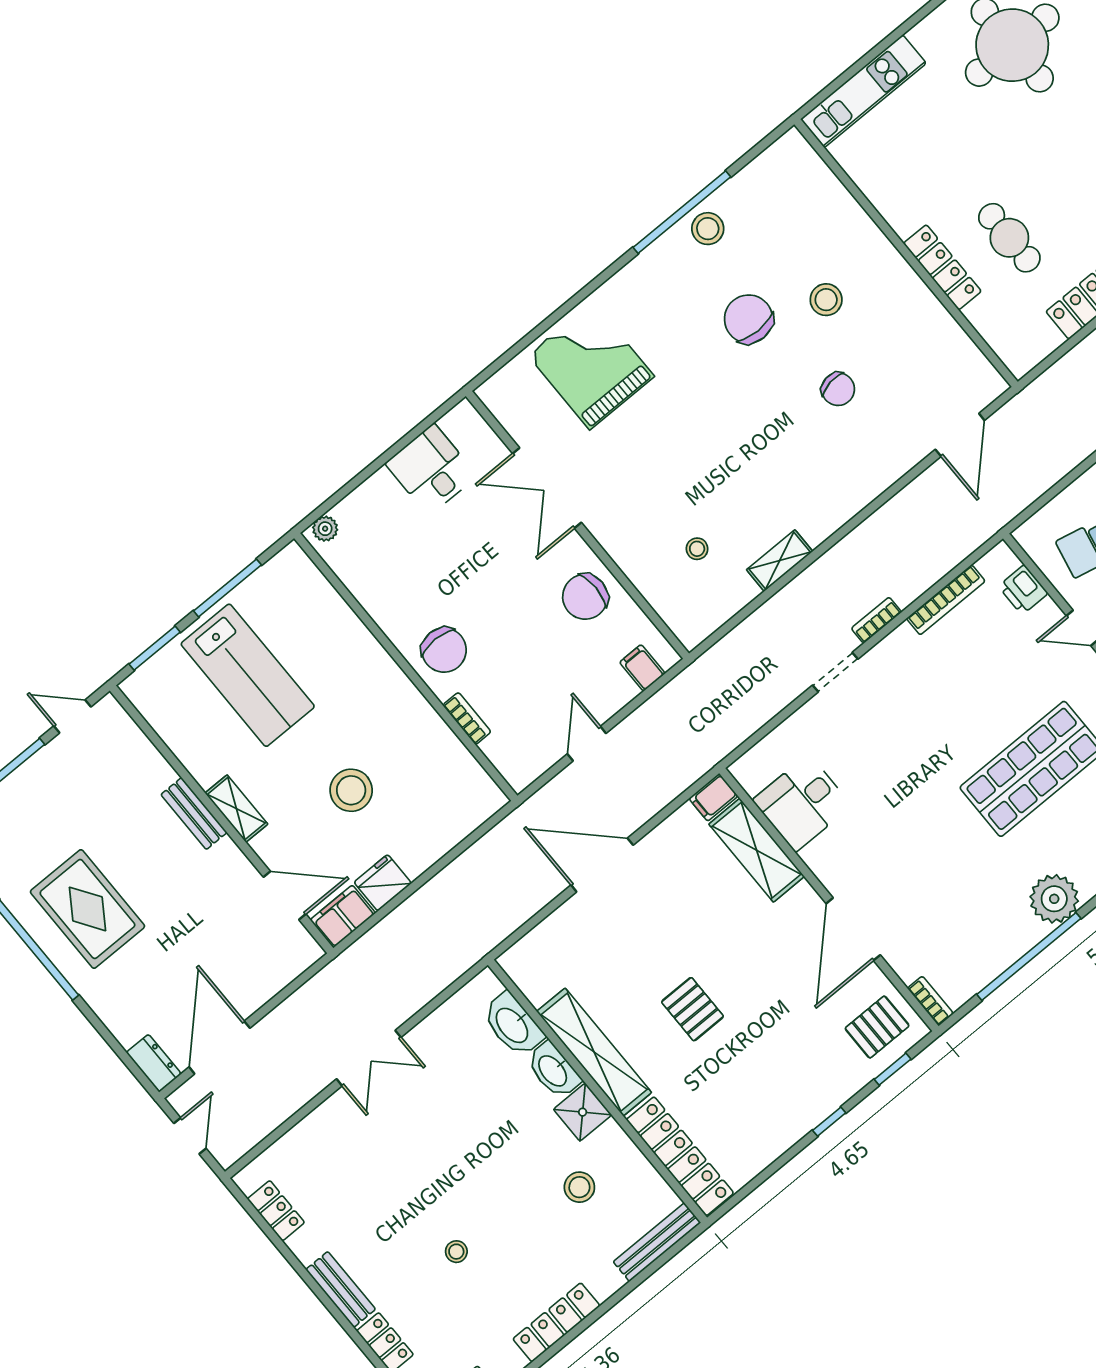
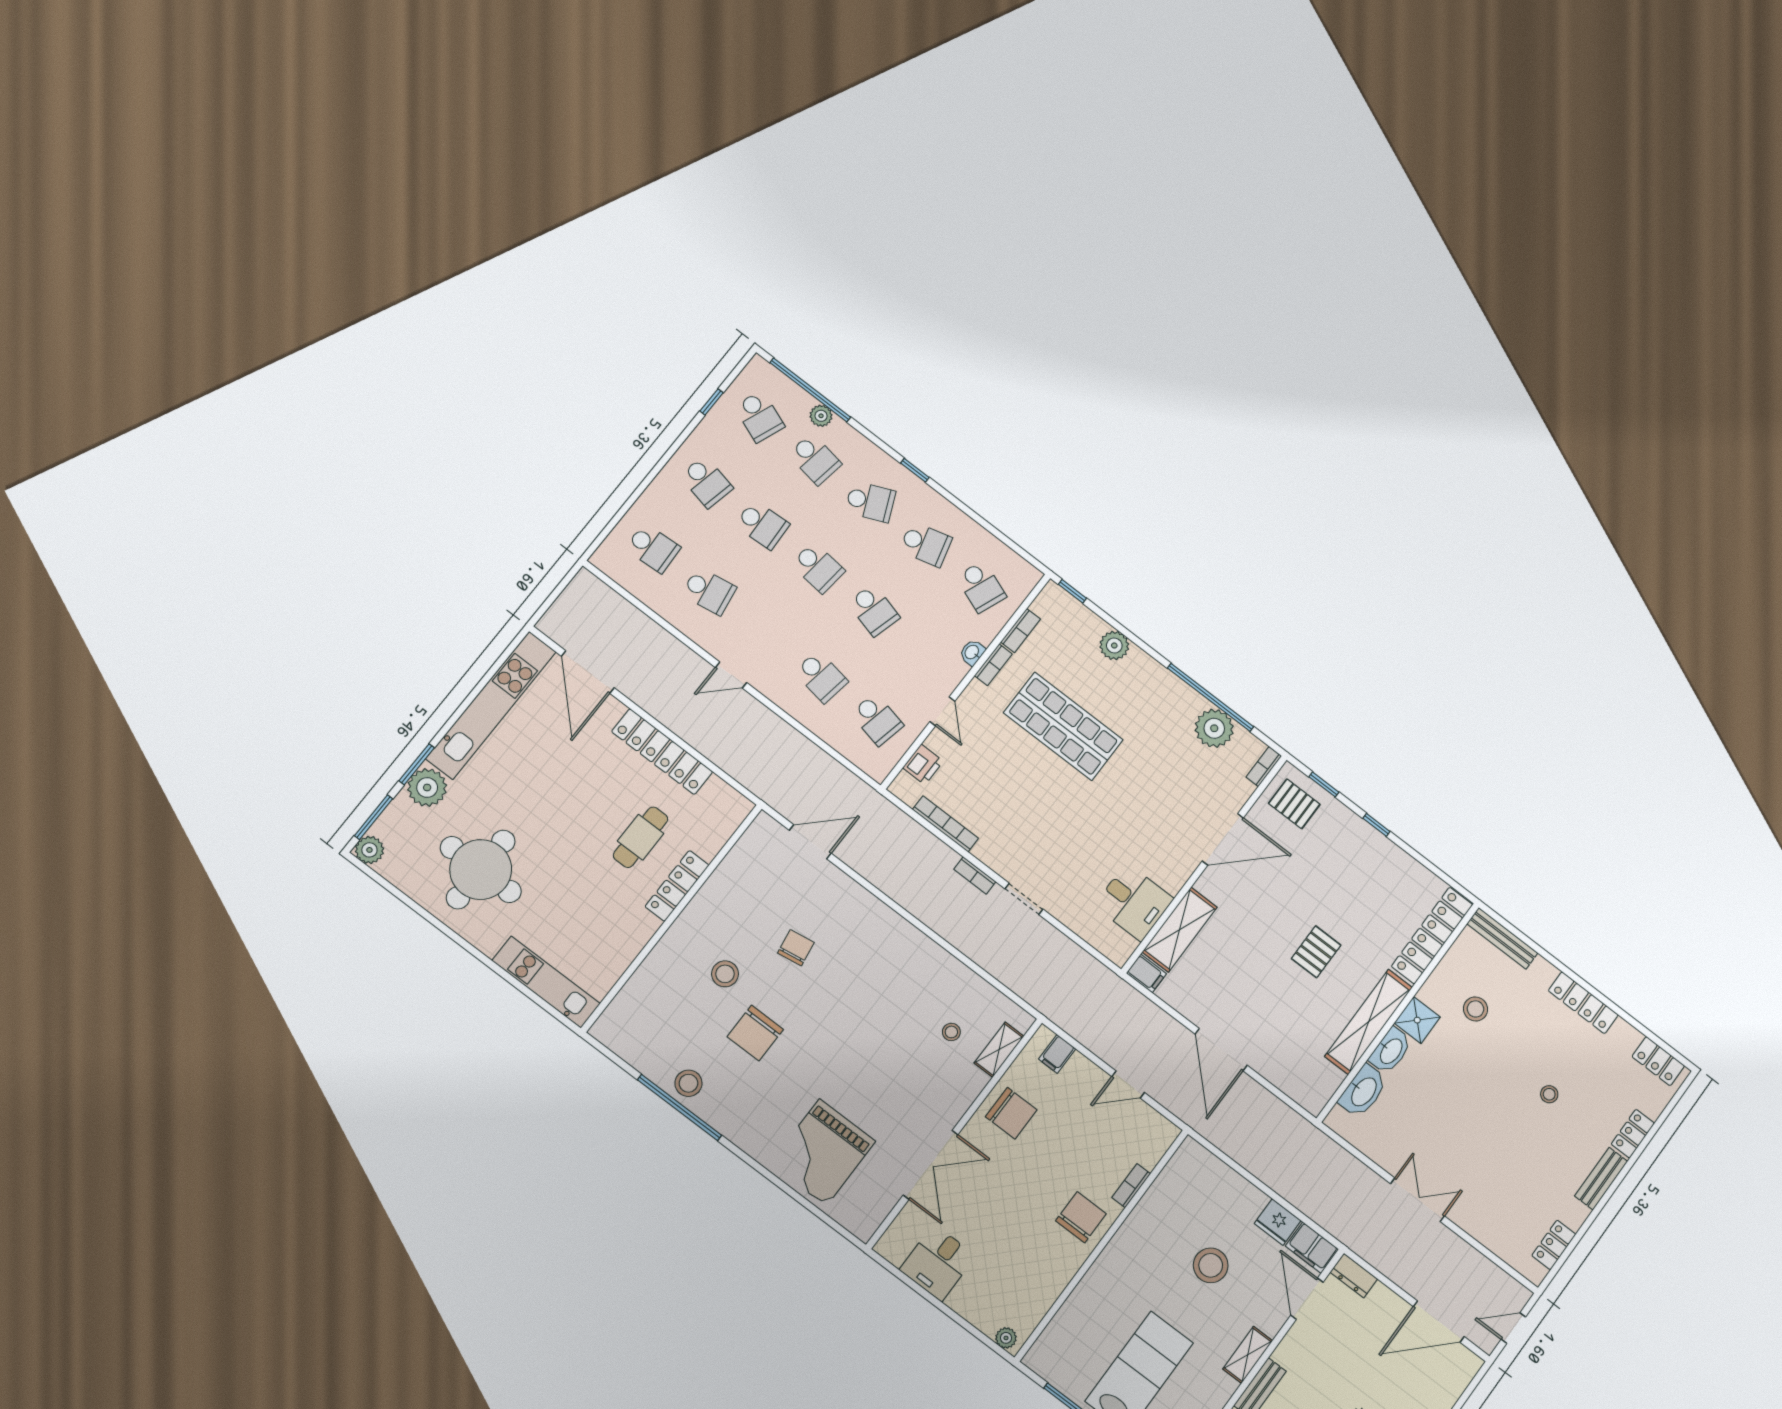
shelving: (780, 561) -> (999, 1050), moved, turned 90
plant: (1054, 899) -> (1214, 728), moved
dresser: (154, 1063) -> (1354, 1276), moved, turned -90

